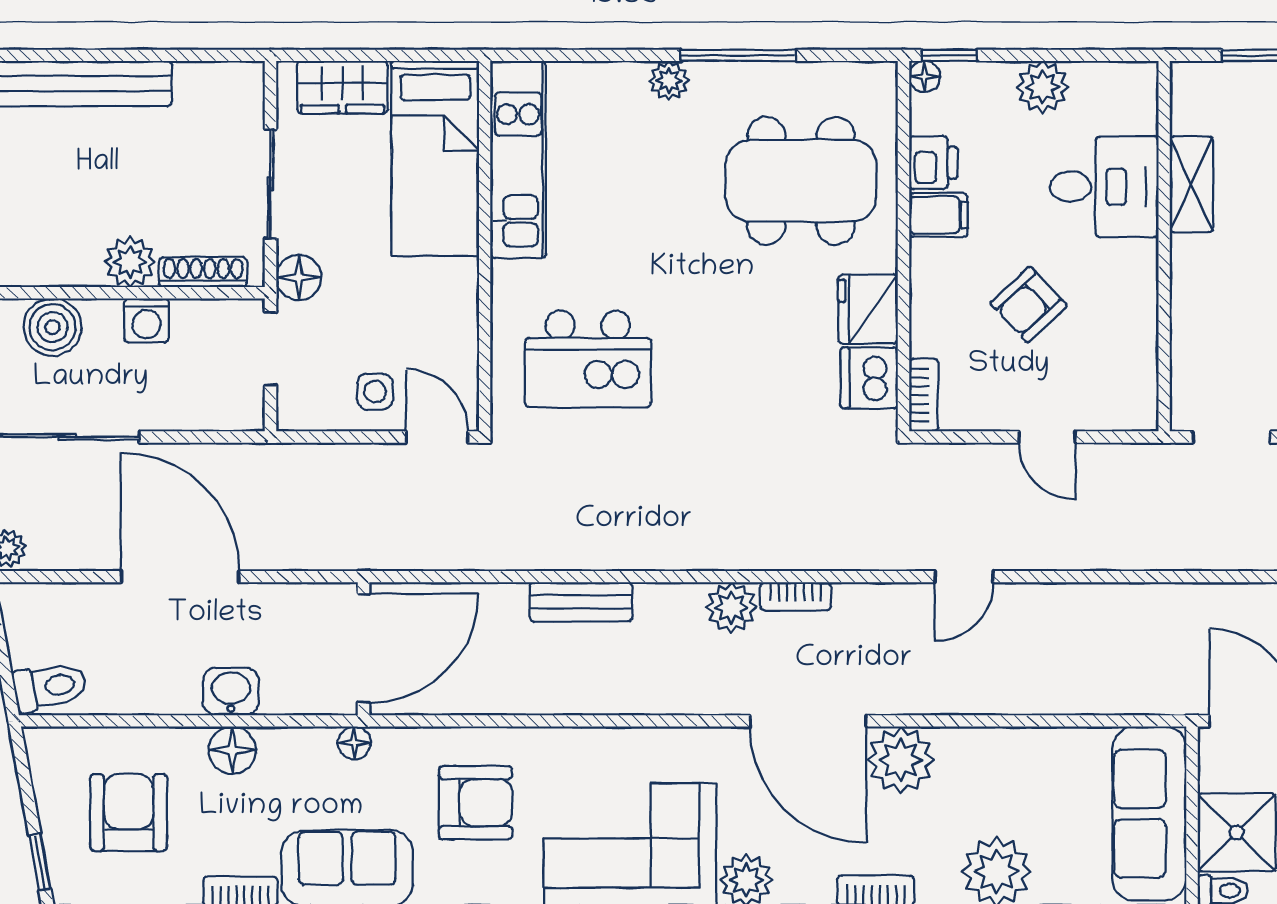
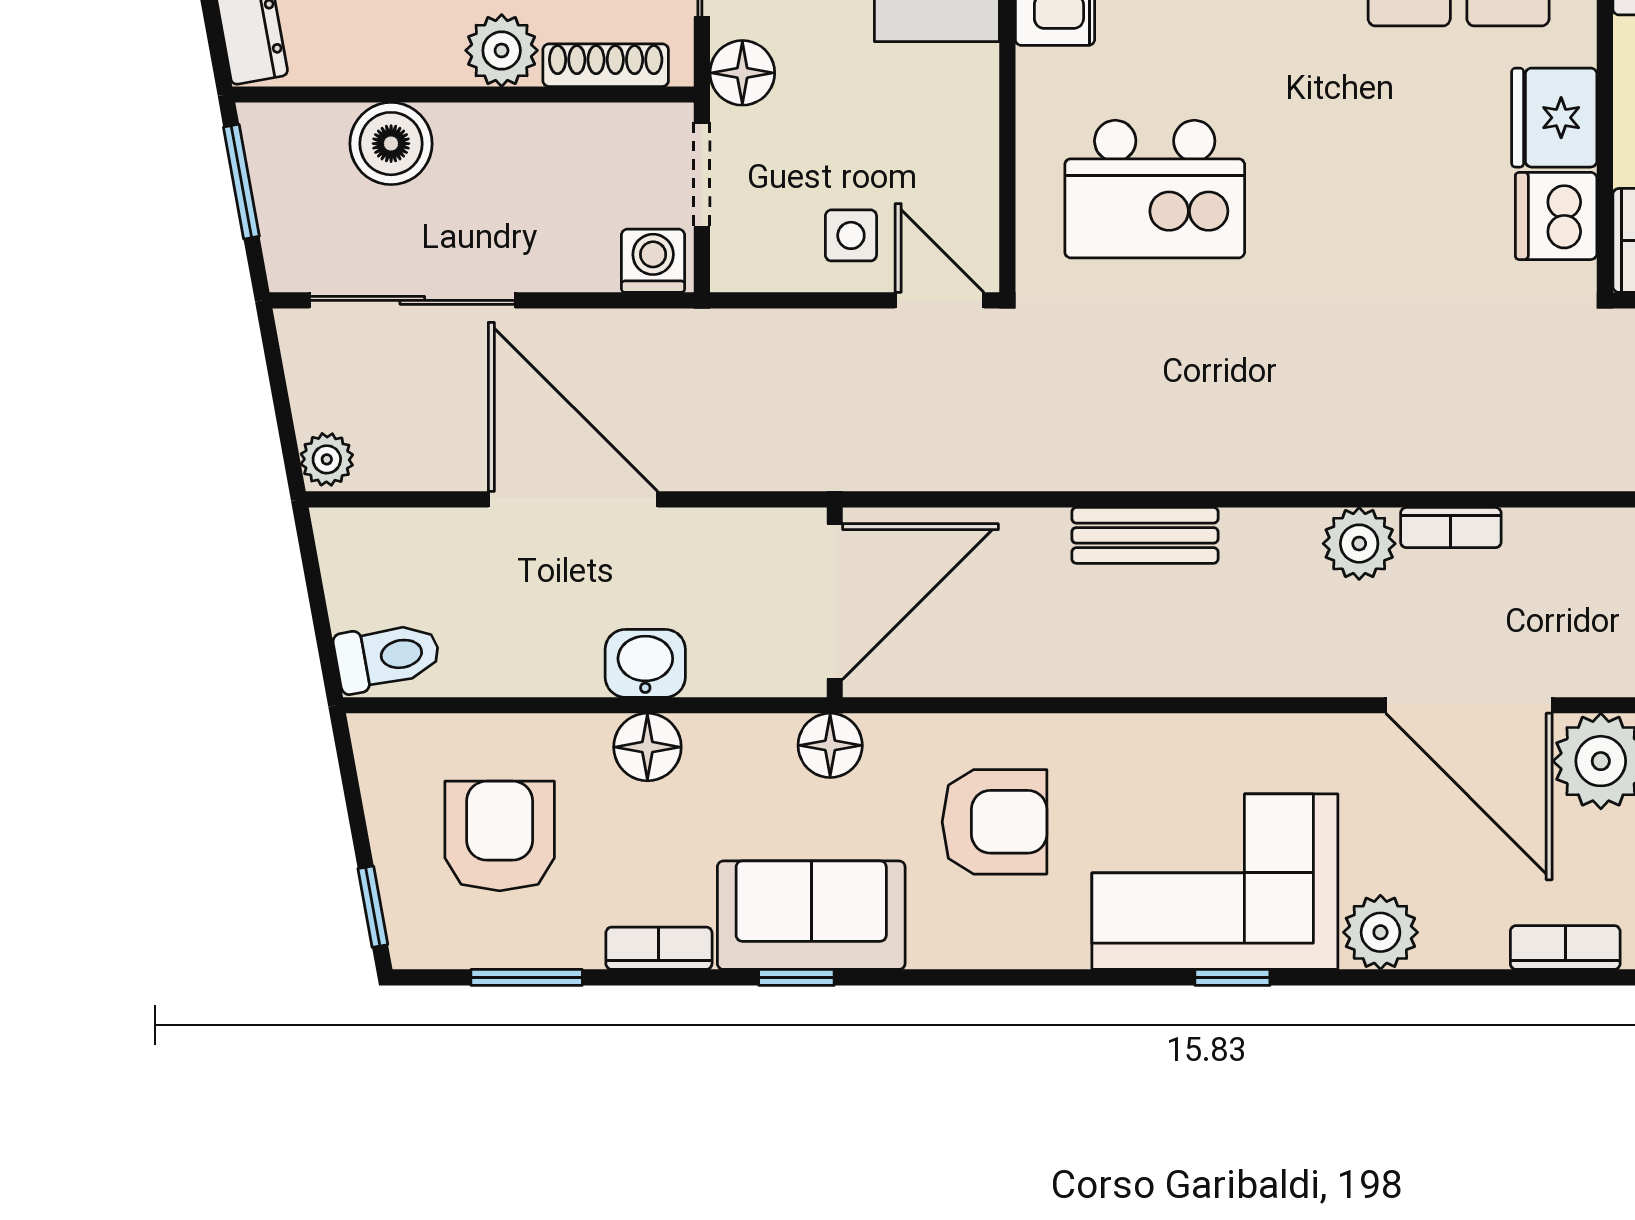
washing machine: (146, 320) -> (653, 261), moved, turned 180
floor lamp: (354, 743) -> (830, 745), width x1.37, depth x1.37

